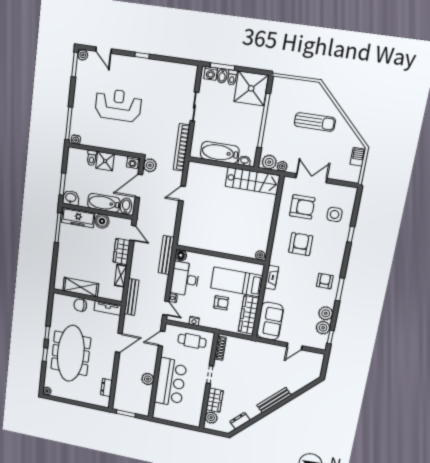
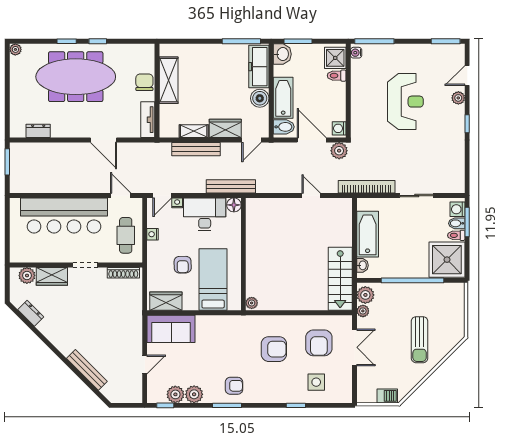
plant: (83, 55) -> (458, 98), moved
shower: (105, 161) -> (335, 58), moved
fireplace: (272, 277) -> (227, 321), removed
bench: (132, 297) -> (196, 149), moved
wardrobe: (249, 315) -> (166, 301), width x0.67
door: (295, 346) -> (145, 364), swing flipped
plant: (148, 379) -> (62, 185), removed
bar counter: (171, 382) -> (64, 216), width x1.36
bench: (274, 400) -> (87, 370), moved

